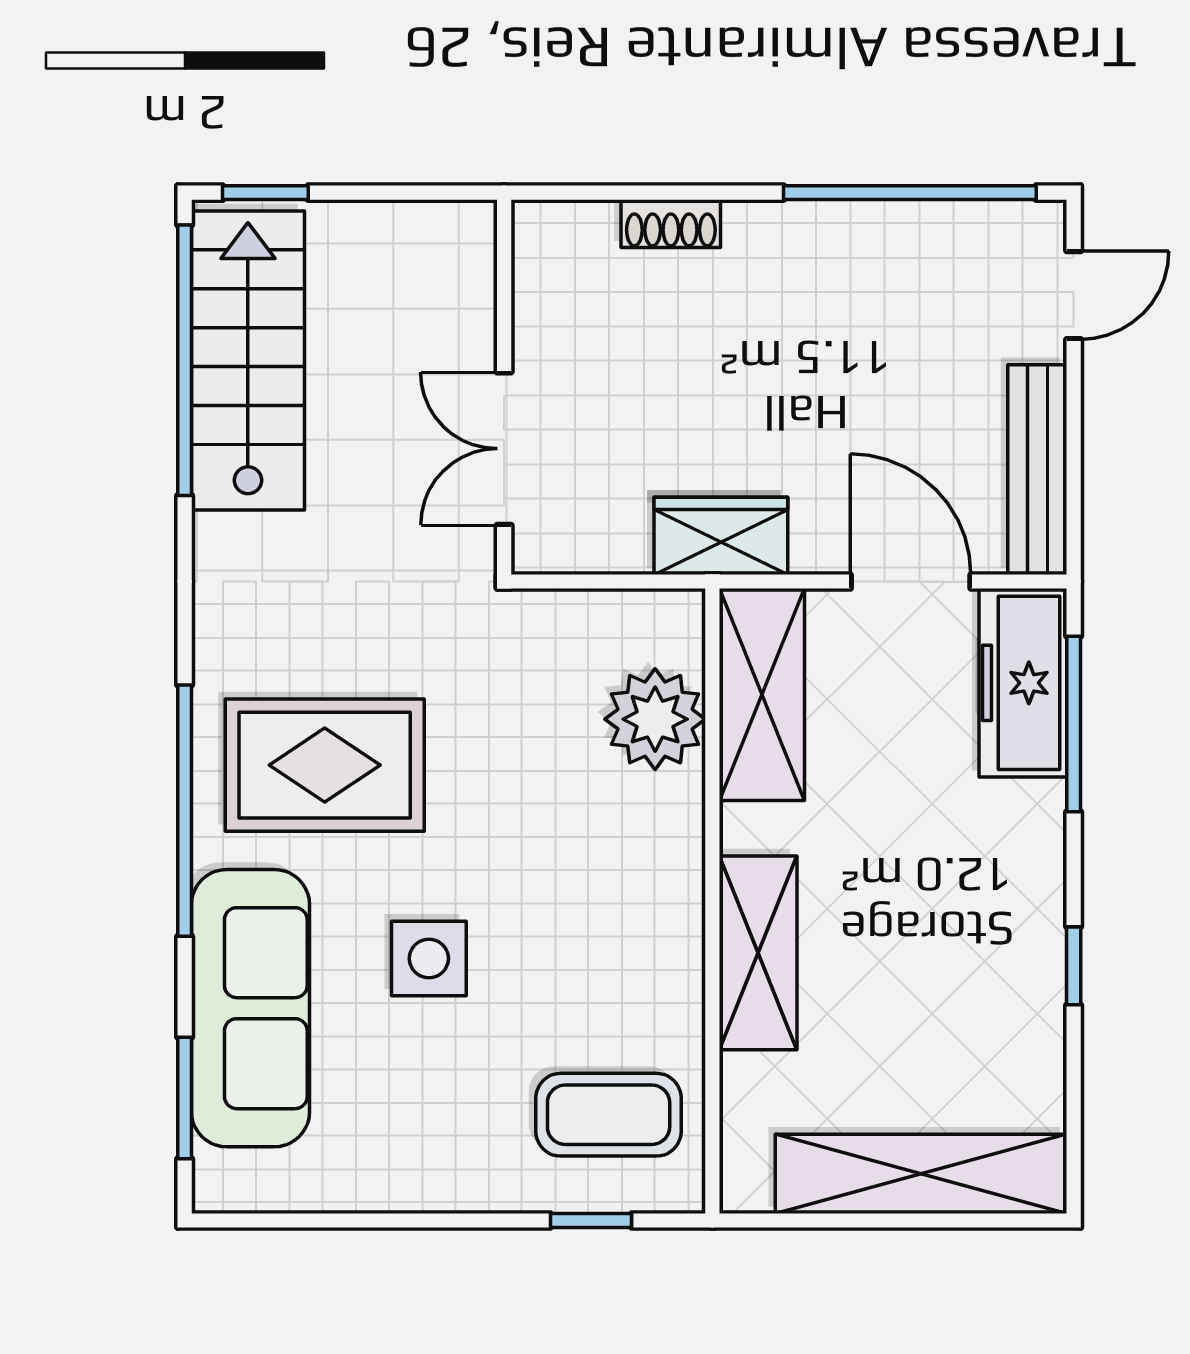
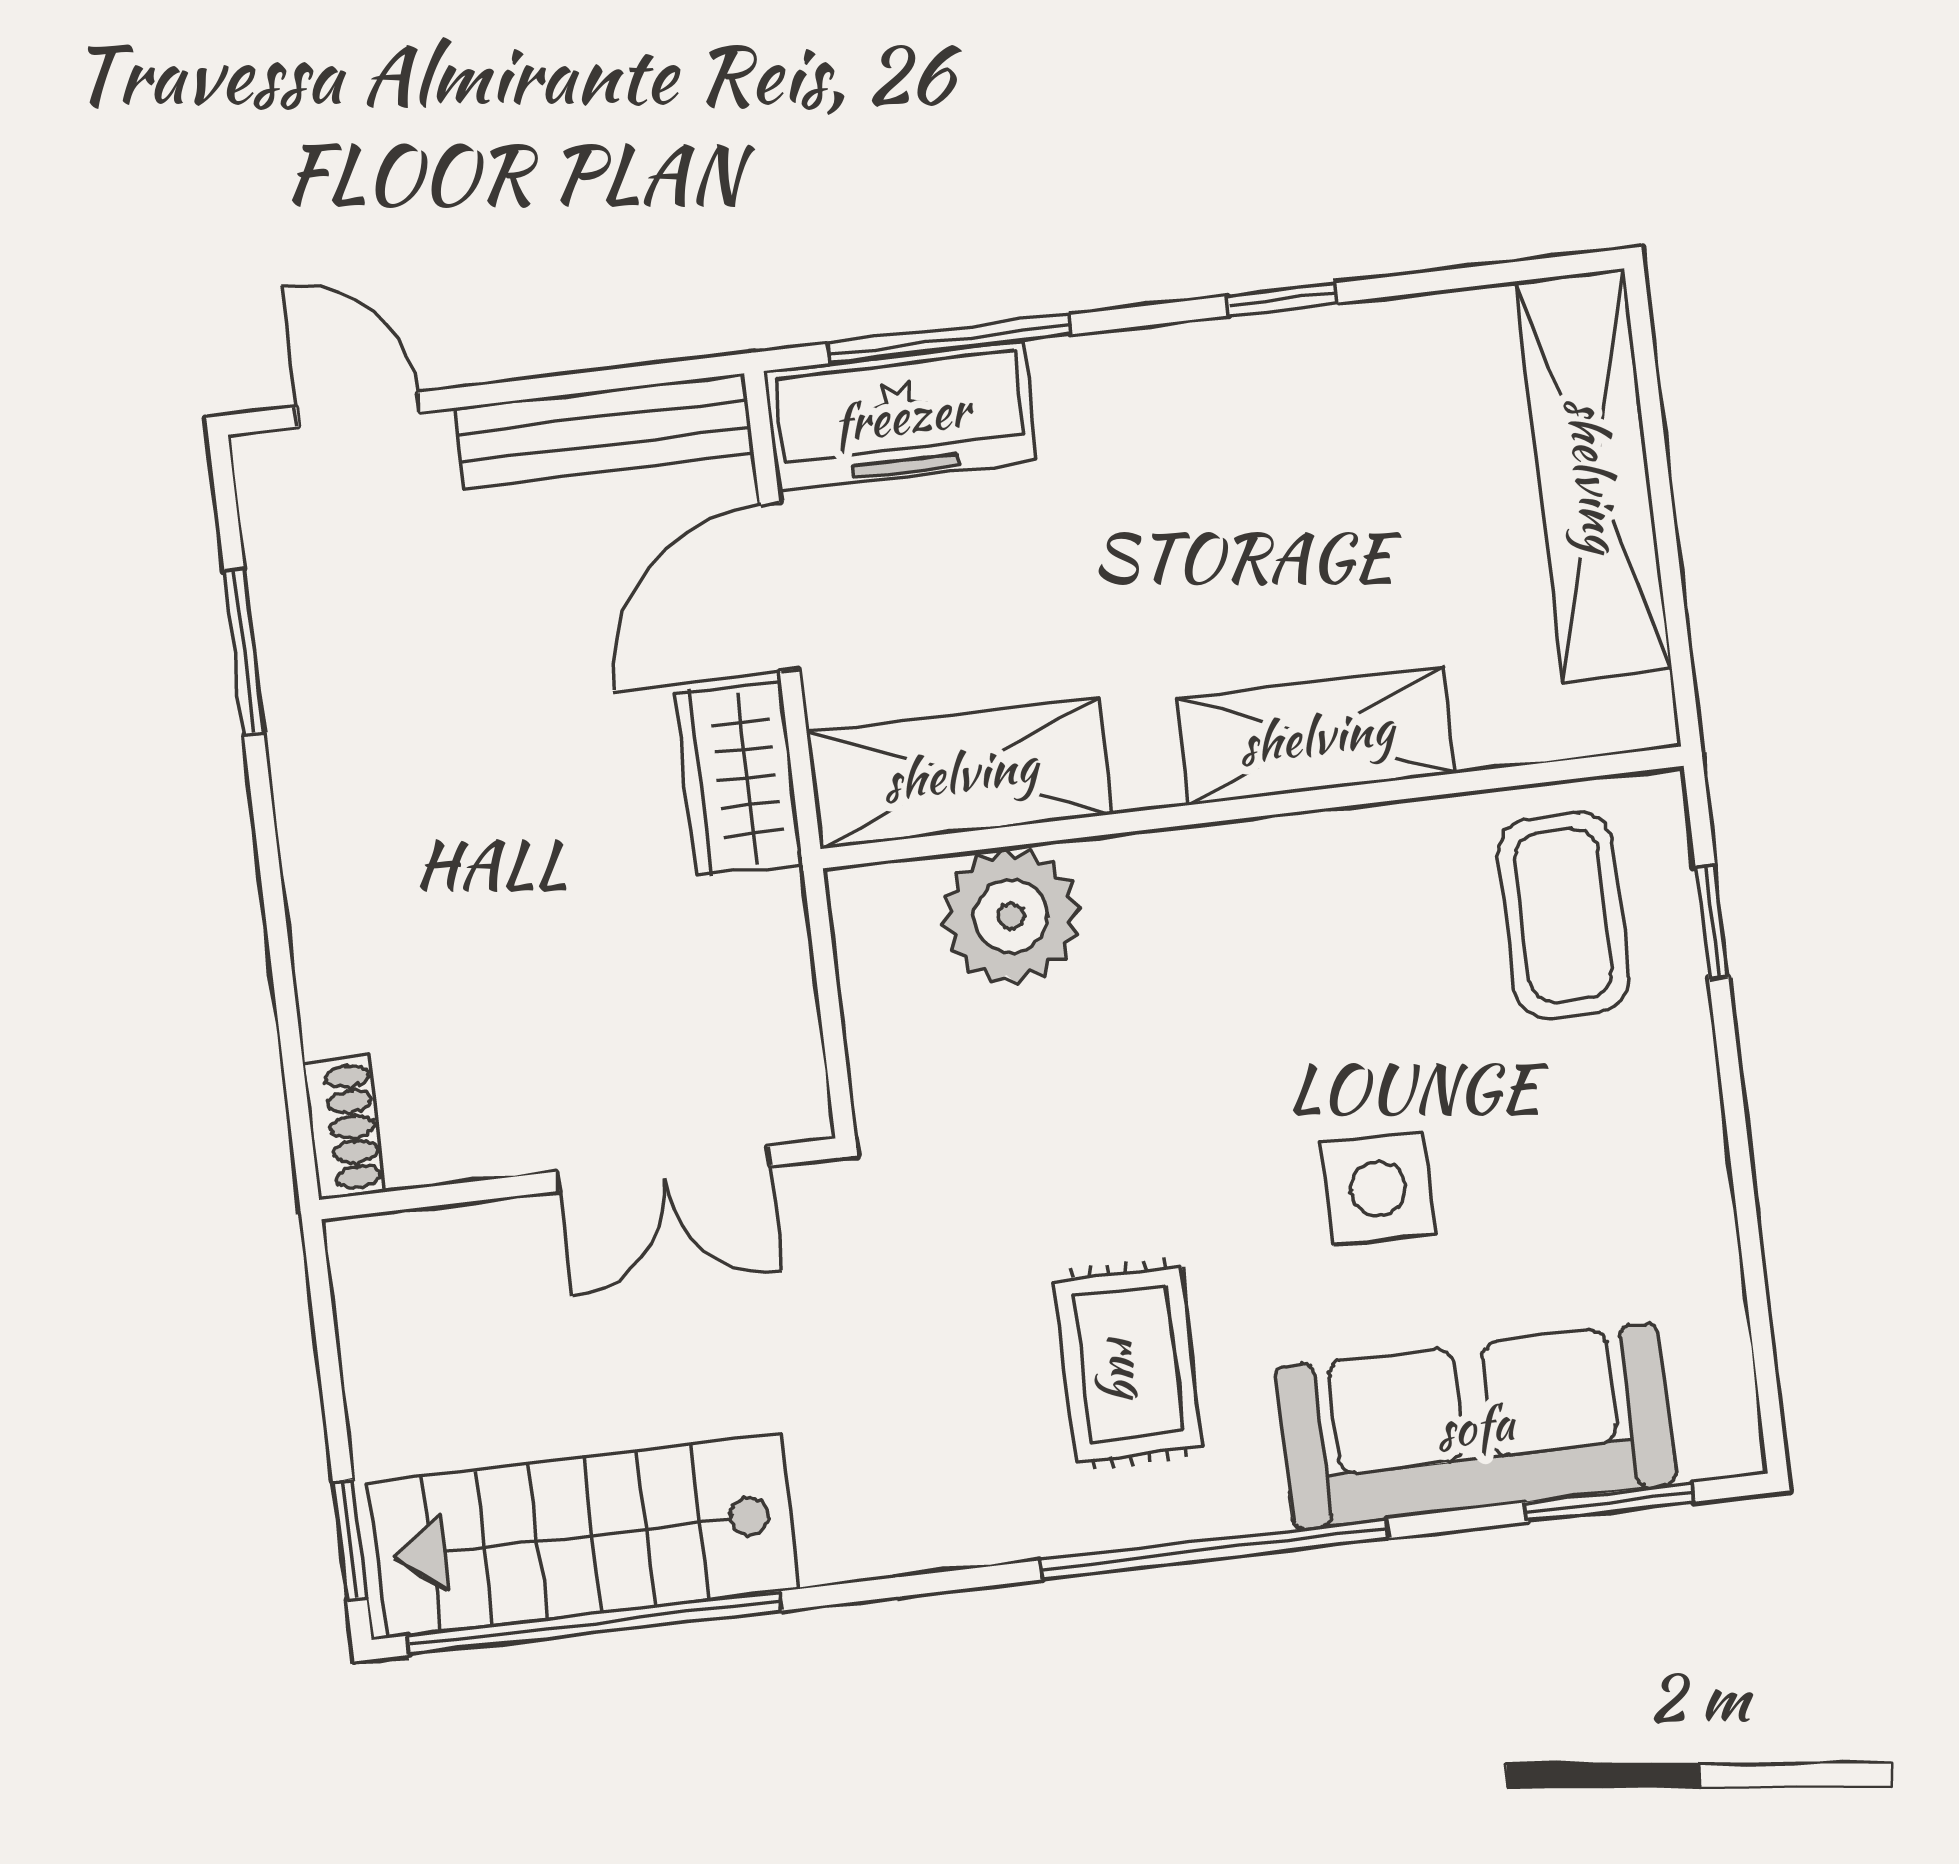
window: (910, 193) -> (244, 652), width x0.47
shoe rack: (671, 224) -> (344, 1128), moved
wardrobe: (721, 536) -> (739, 779), moved
rug: (325, 765) -> (1128, 1364), width x0.73, depth x0.70

